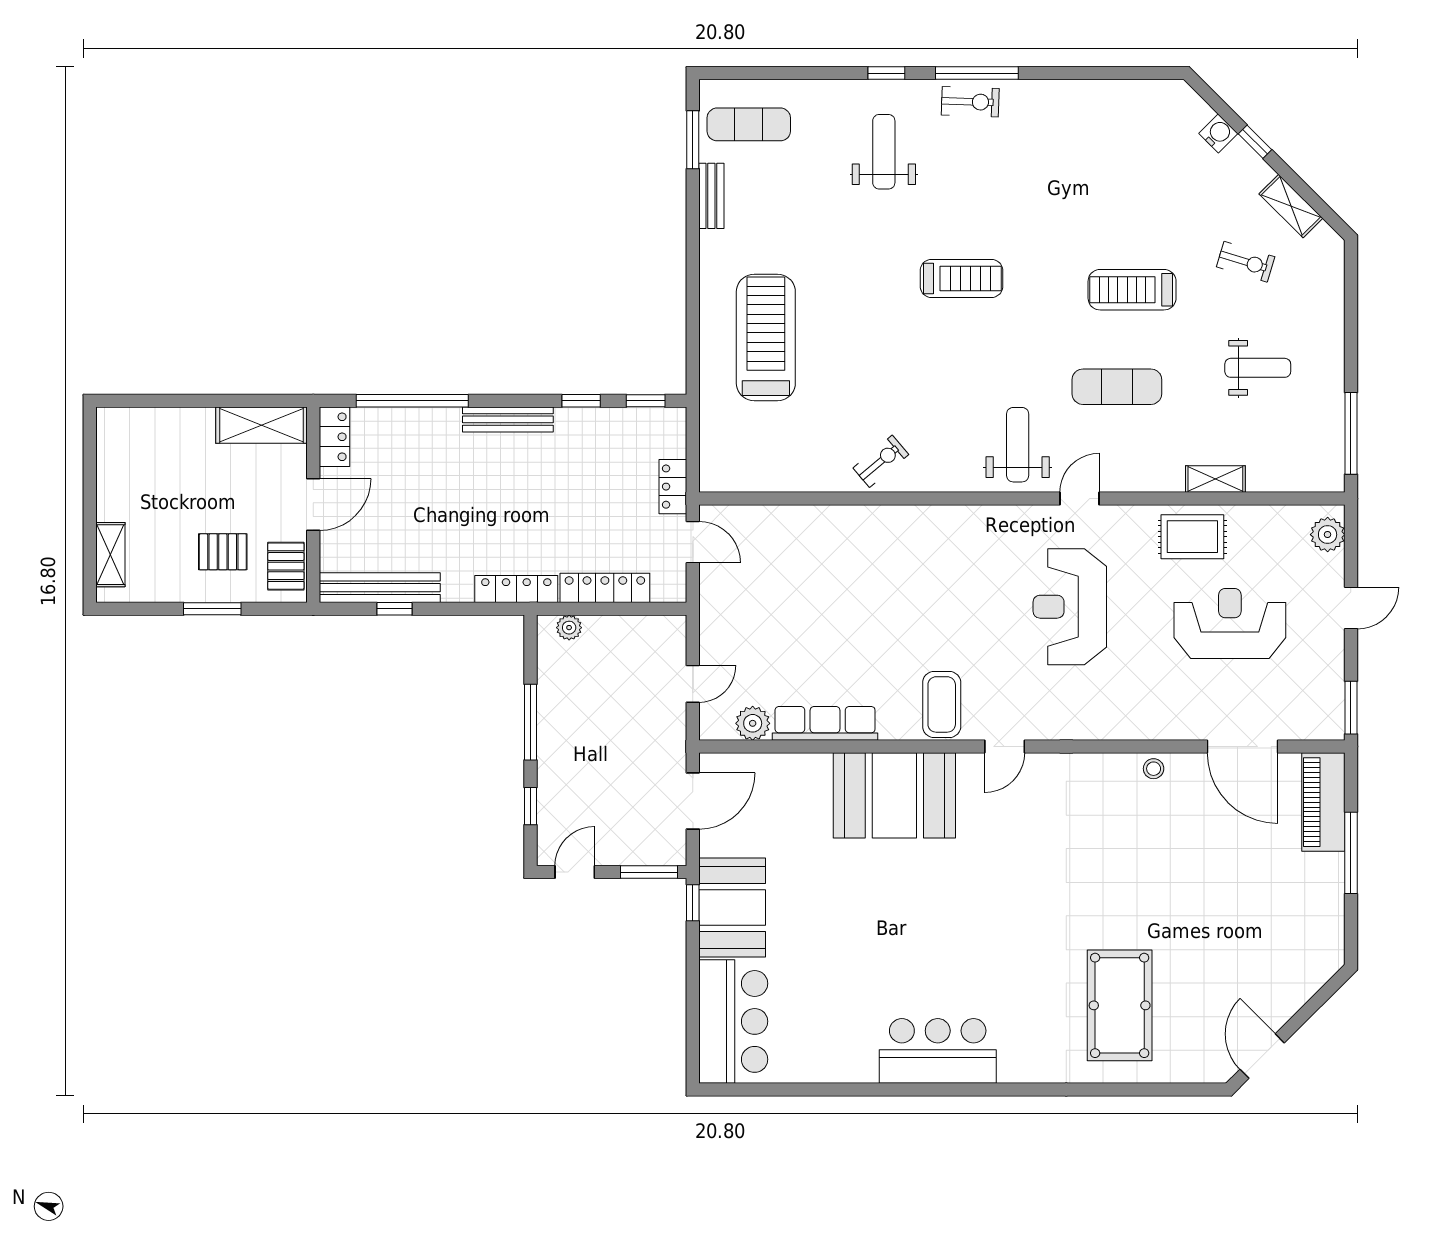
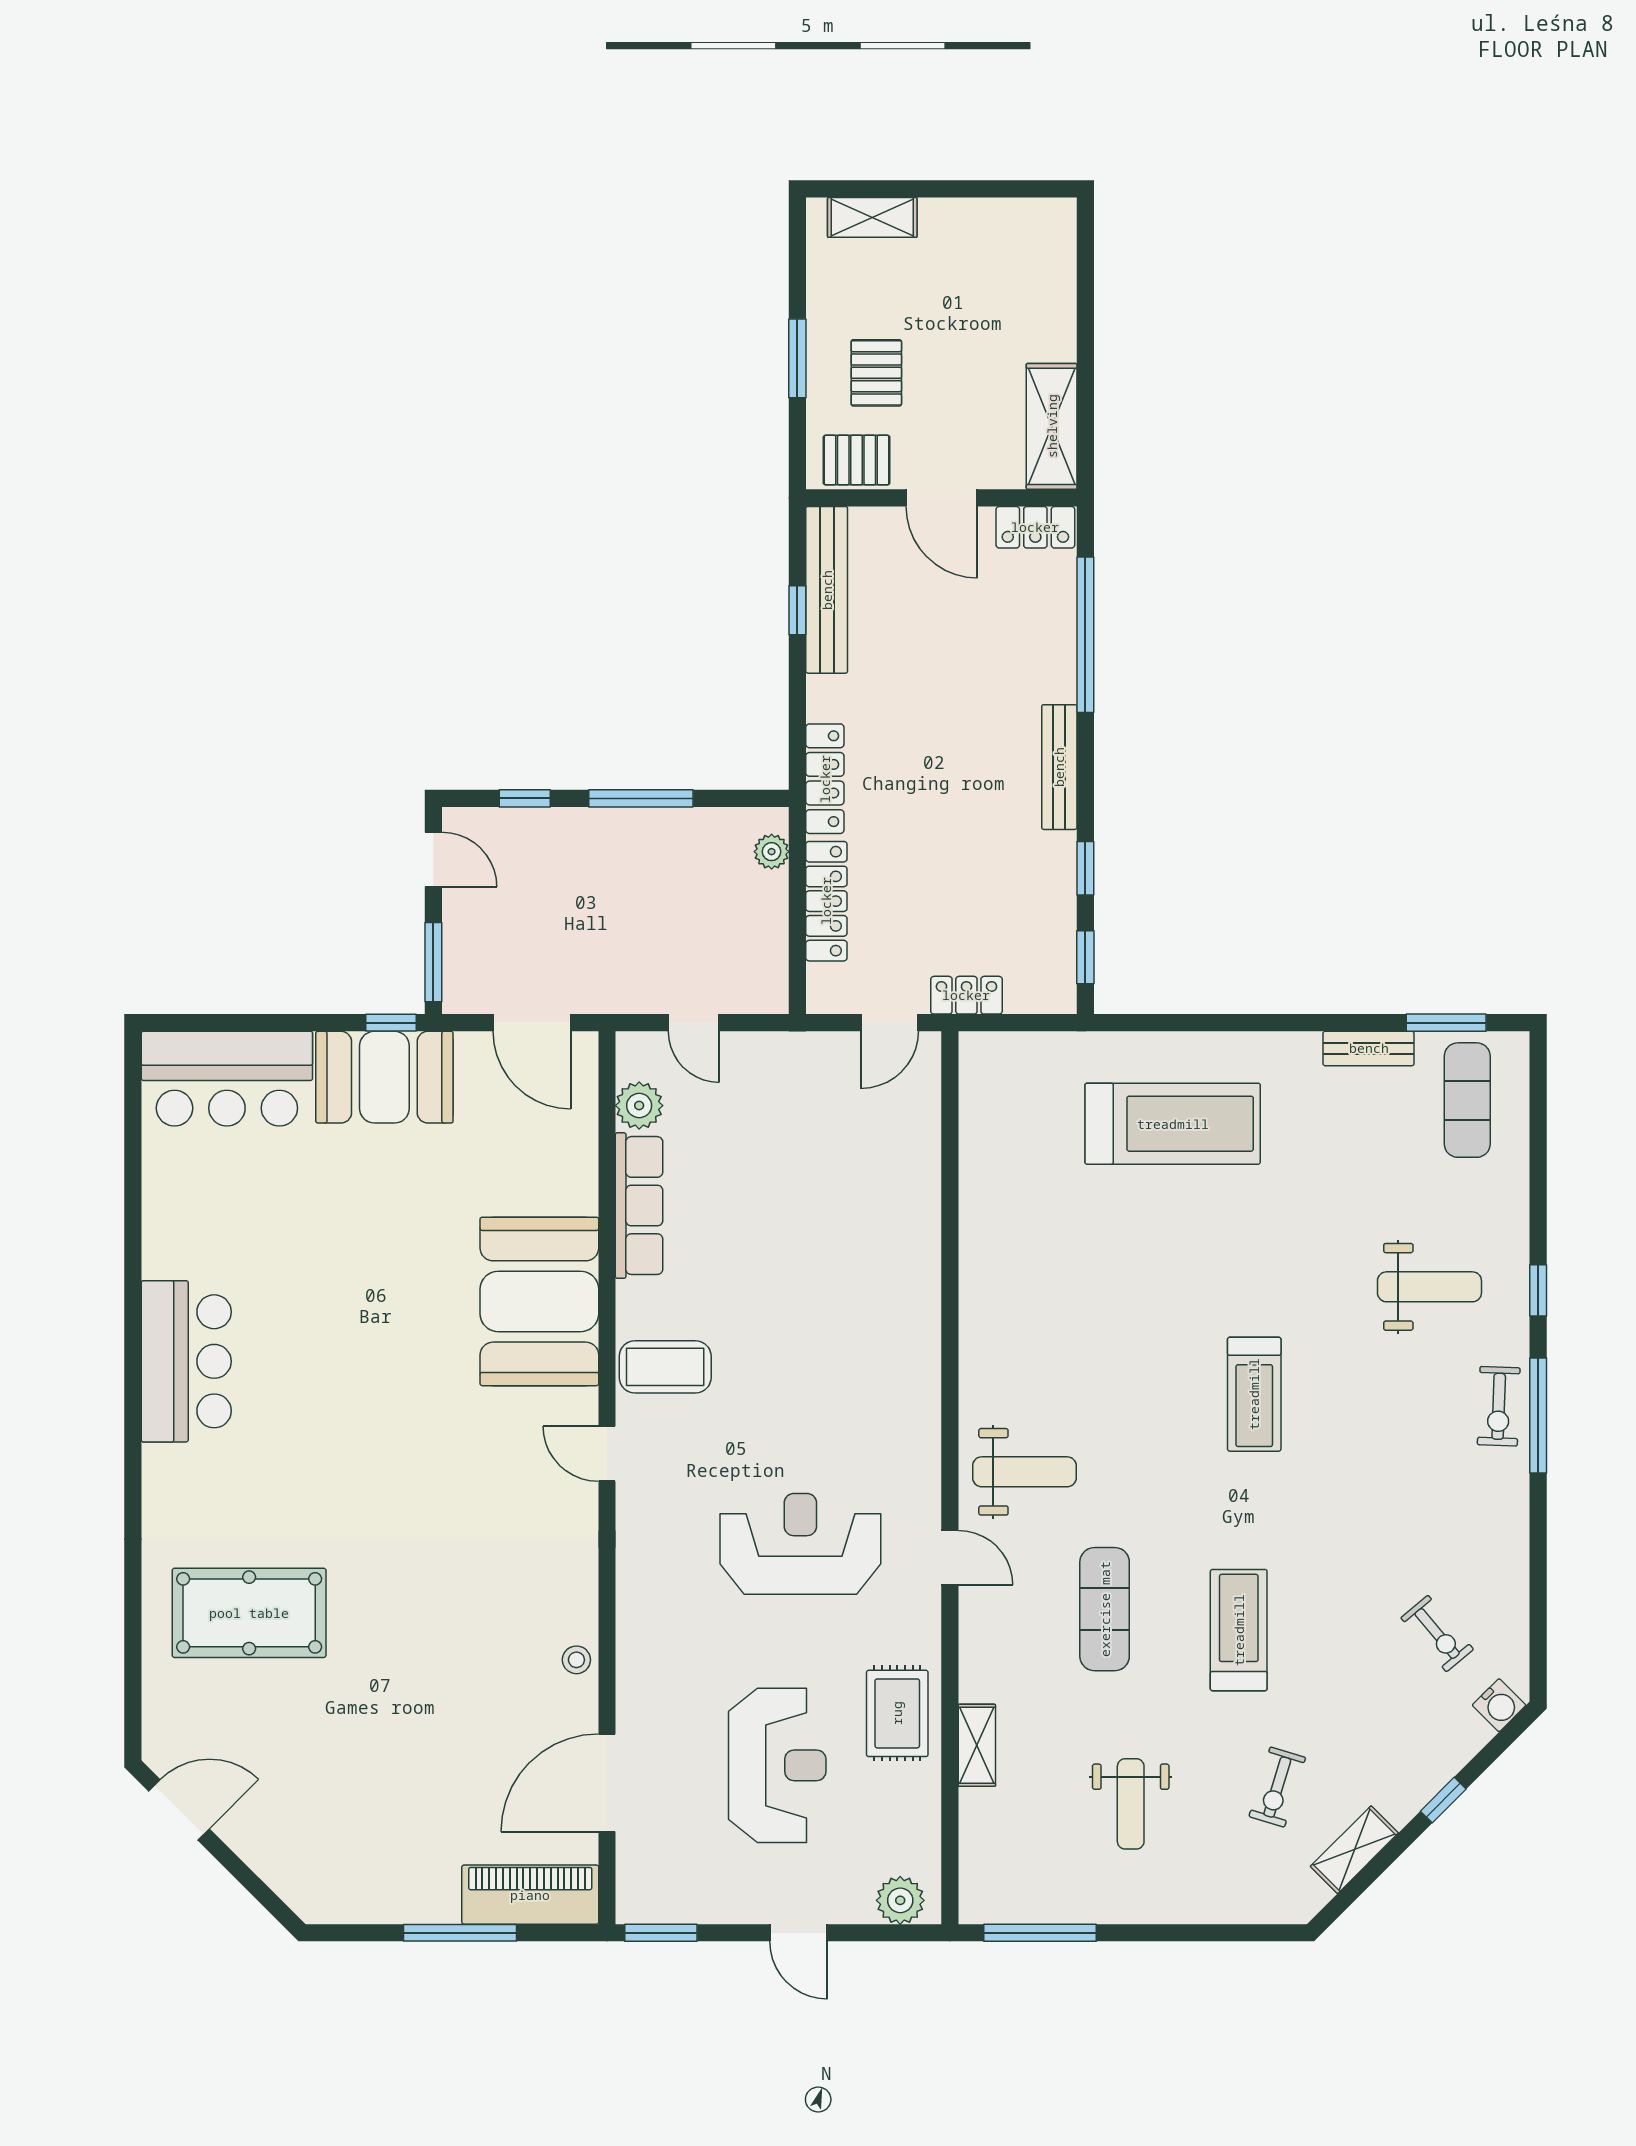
water cooler: (1218, 133) -> (1499, 1705), moved
exercise bike: (881, 461) -> (1437, 1634), moved

